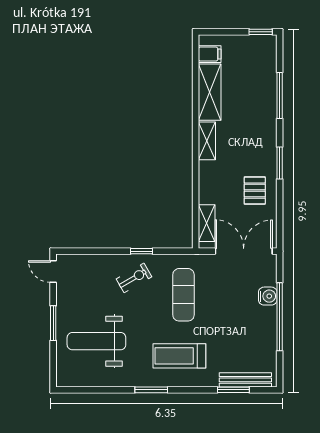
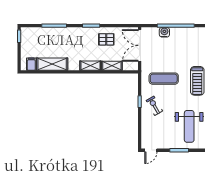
shelving: (207, 141) -> (90, 66), moved
shelving: (207, 223) -> (112, 66), moved

